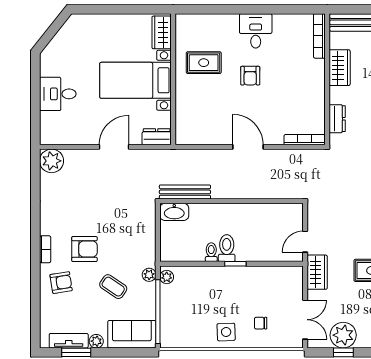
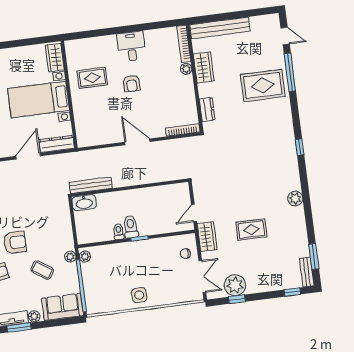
plant: (318, 66) -> (186, 69), added
dresser: (157, 137) -> (57, 144), width x1.44
chair: (261, 323) -> (185, 254), moved

